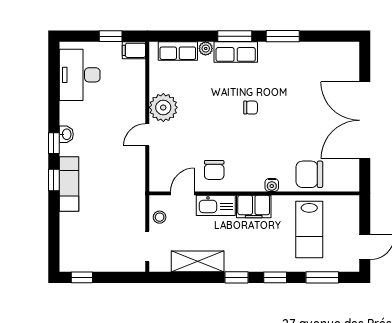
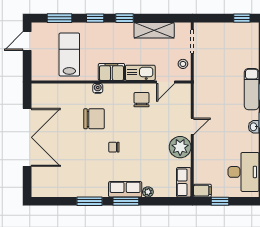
row of seats: (178, 51) -> (184, 182), moved, turned -90
chair: (309, 174) -> (94, 119), moved

